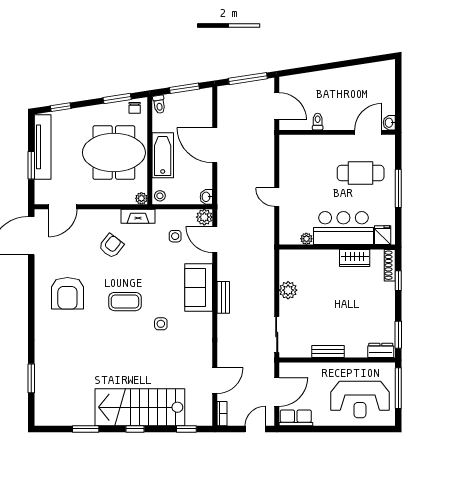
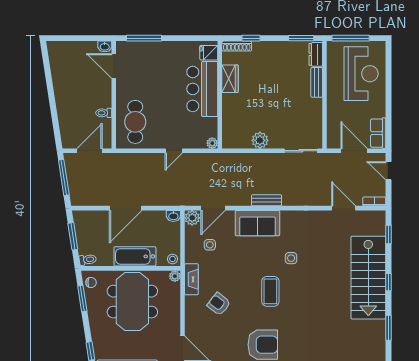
cafe table: (361, 173) -> (135, 122), moved
window: (398, 188) -> (144, 38), moved
plant: (306, 239) -> (212, 143), moved
bench: (328, 352) -> (317, 82), moved

